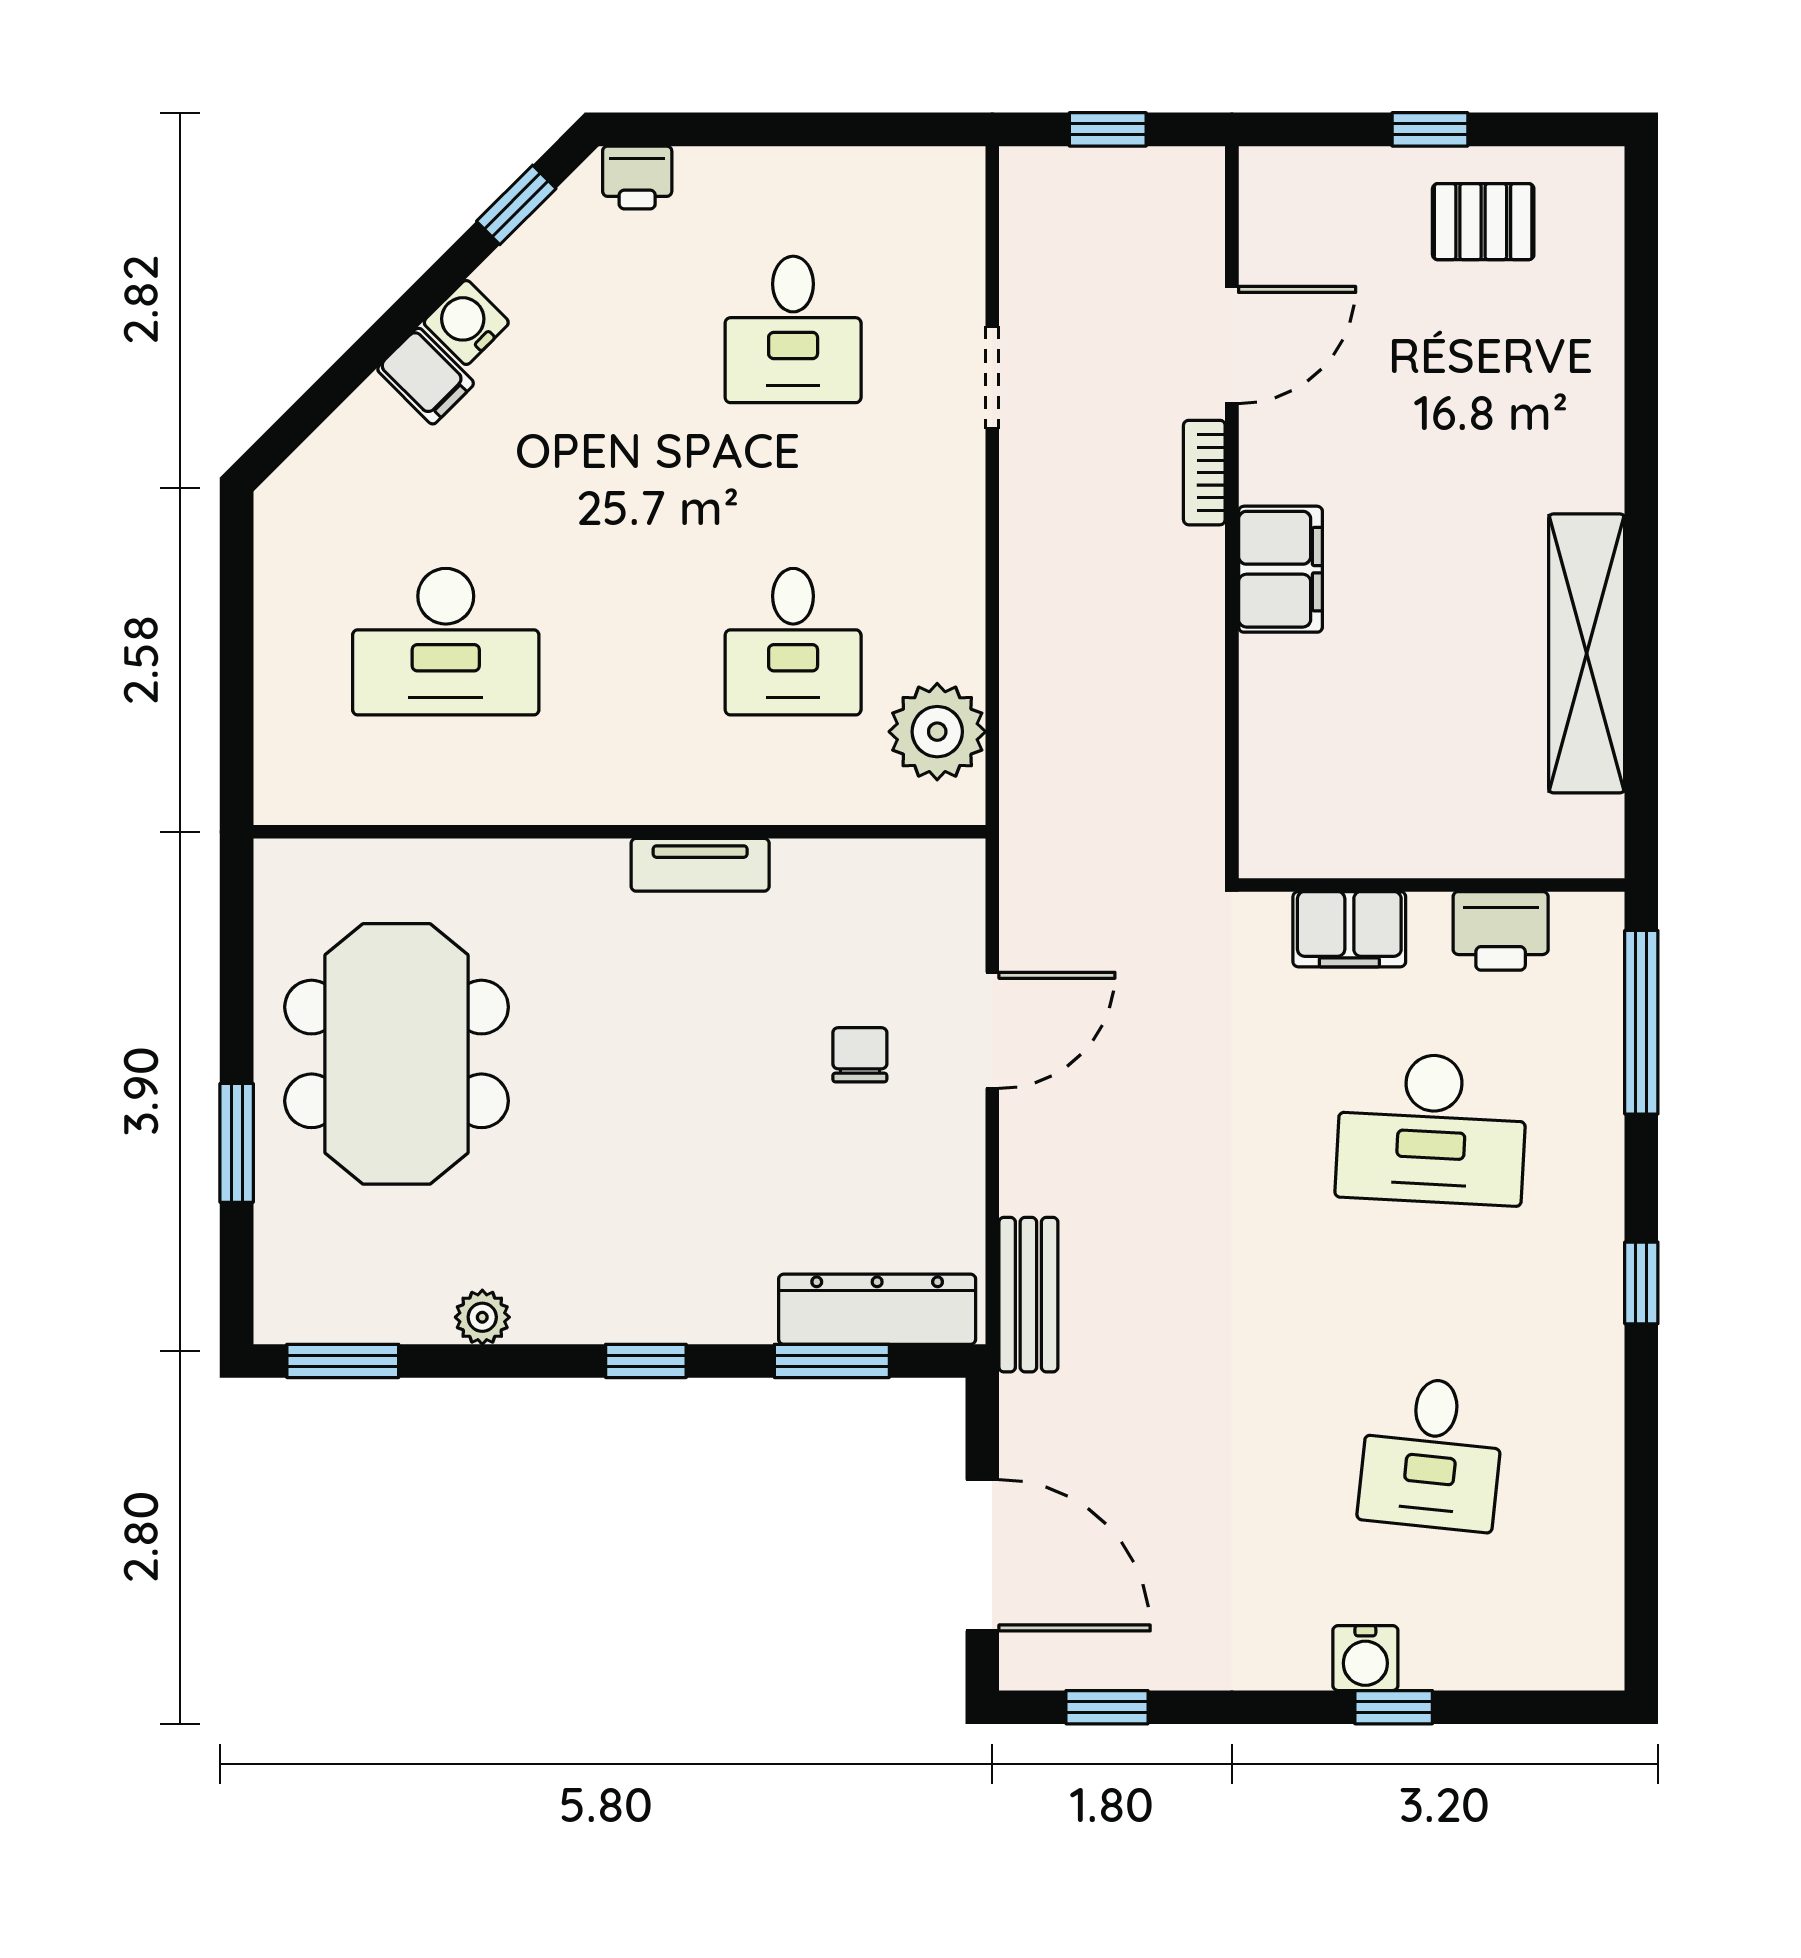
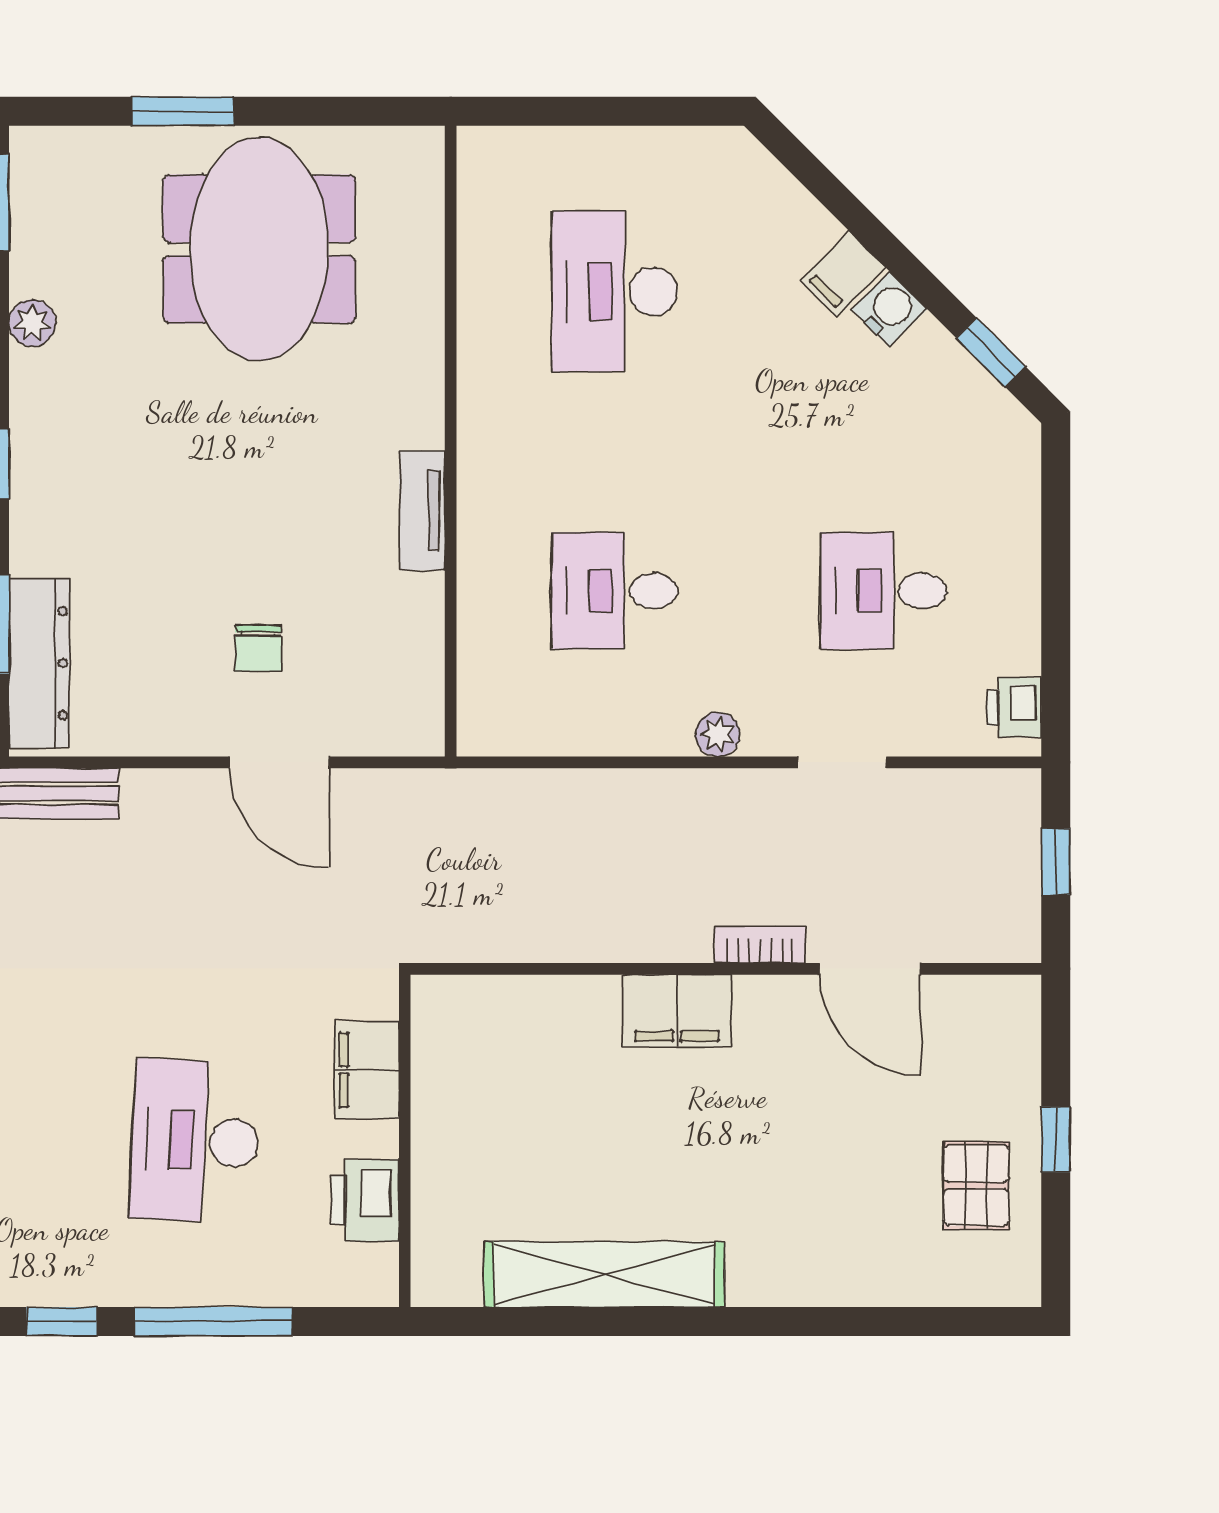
printer: (637, 177) -> (1014, 708), moved
plant: (937, 732) -> (718, 734), moved, width x0.53, depth x0.53
window: (1641, 1022) -> (213, 1322), moved
meeting table: (397, 1054) -> (259, 249), turned 90
chair: (860, 1055) -> (258, 648), turned 90

